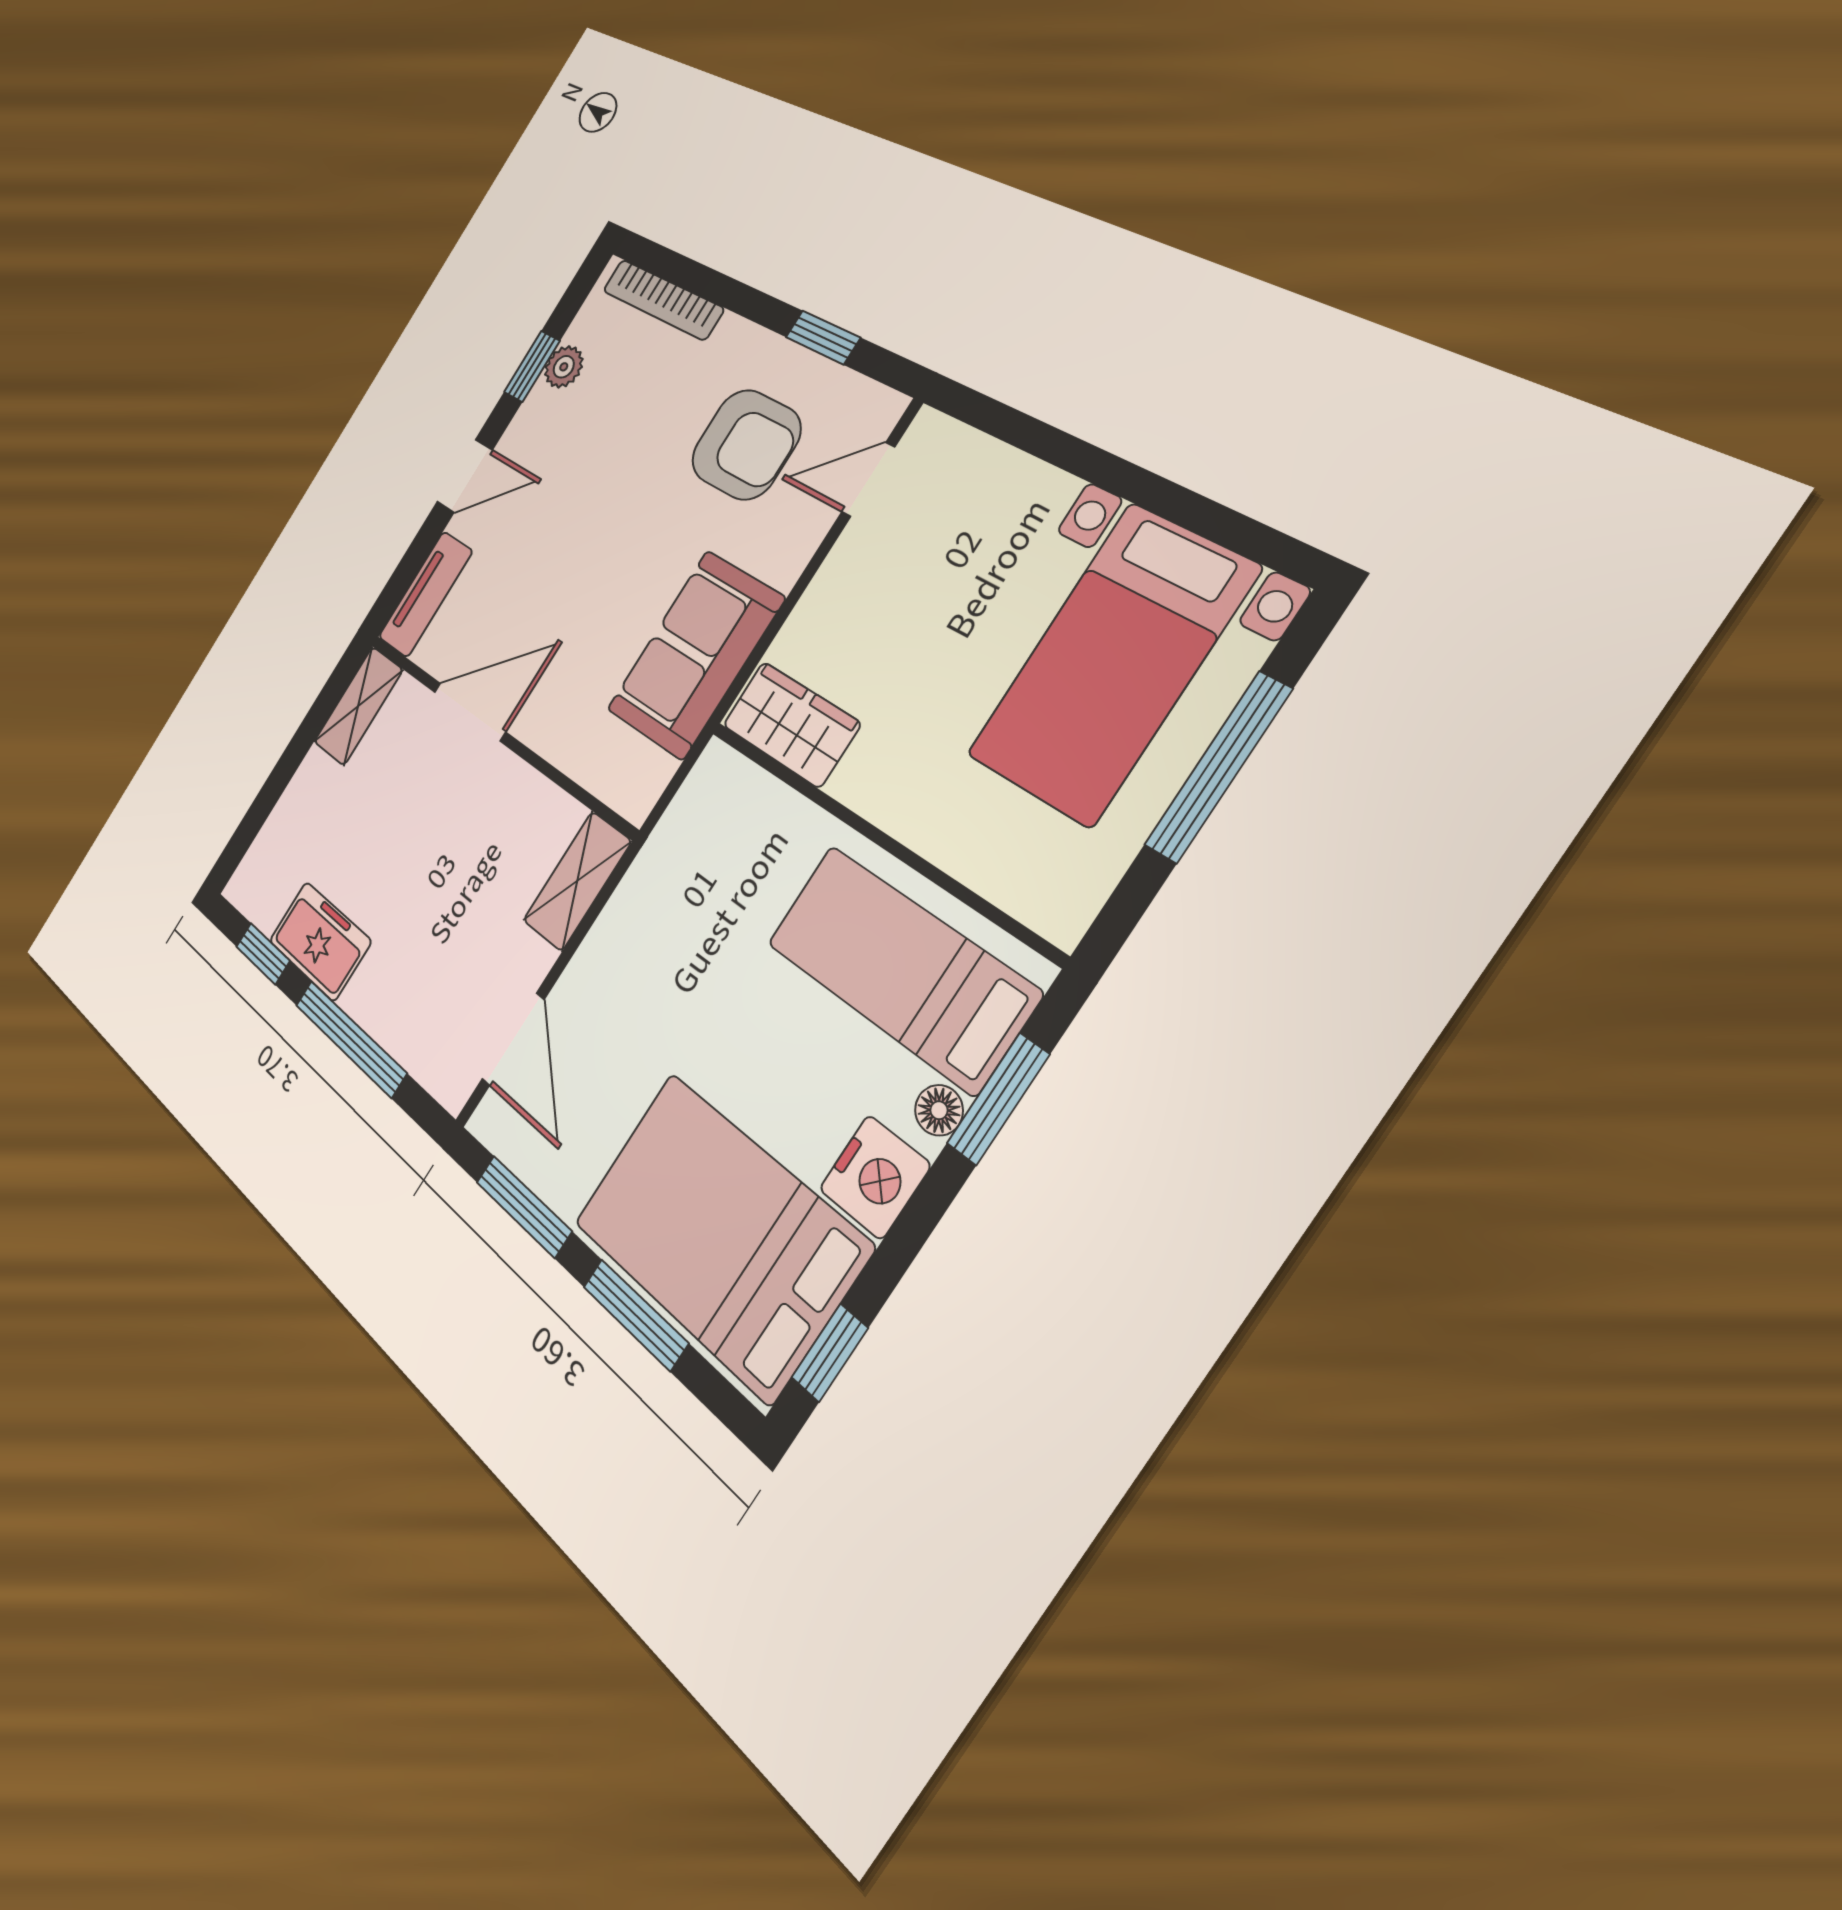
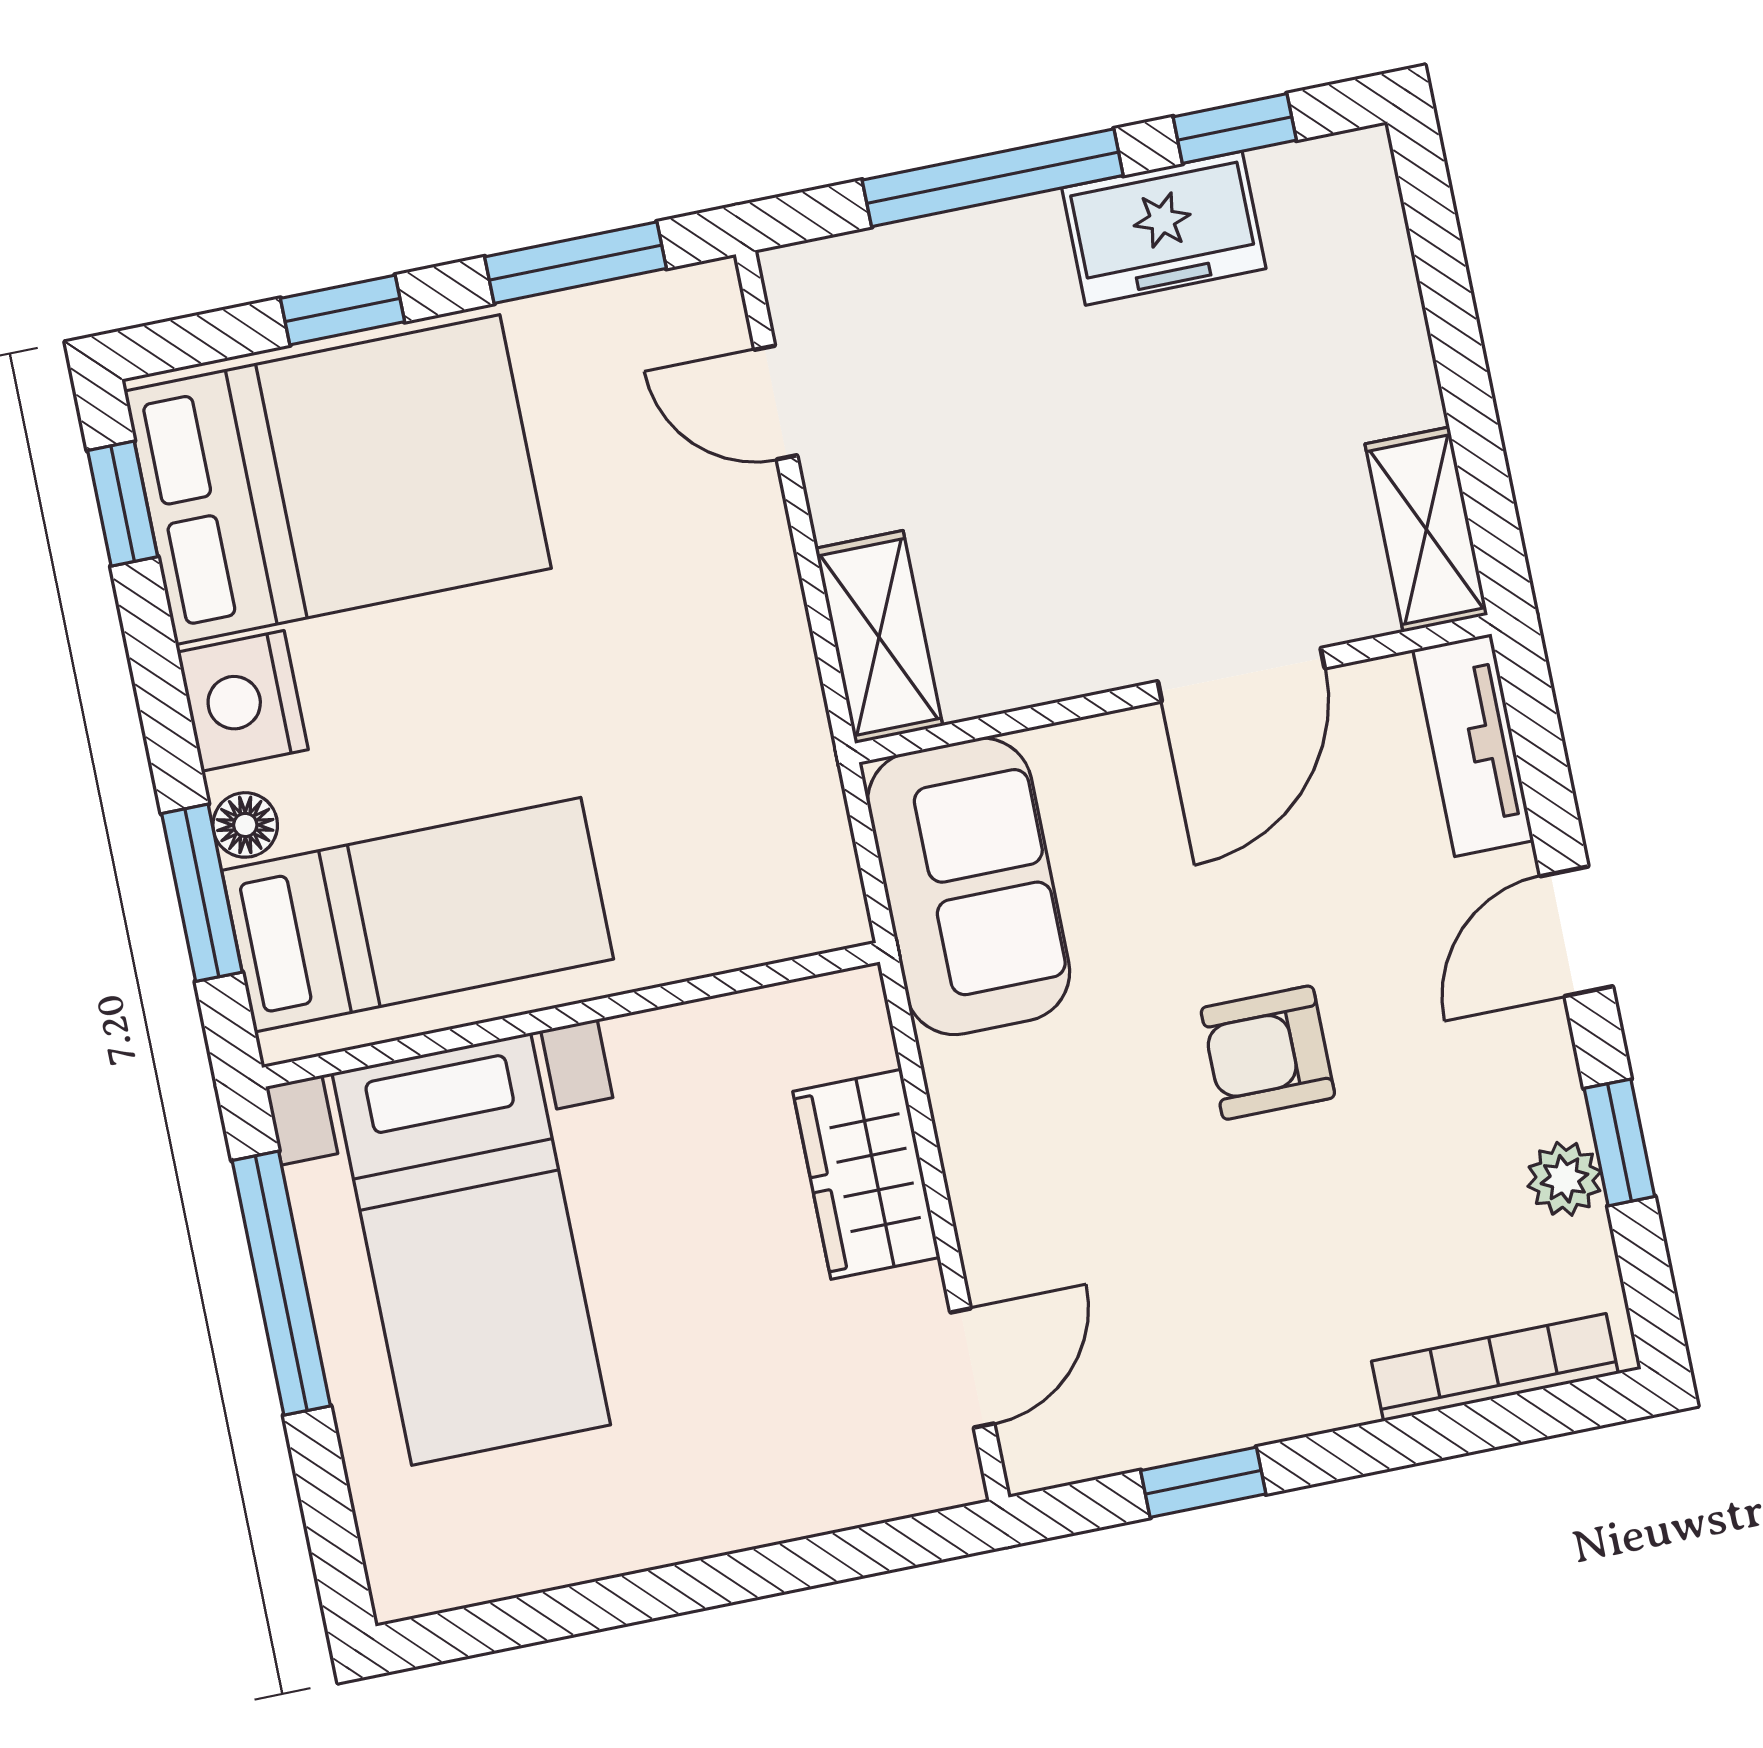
armchair: (746, 445) -> (1268, 1053), moved, width x0.72, depth x0.72
sofa: (695, 655) -> (969, 886), moved
bed with nightstands: (1111, 663) -> (471, 1249), moved, turned 180
wardrobe: (791, 724) -> (866, 1174), moved, turned 90
window: (1218, 767) -> (281, 1283), moved
door: (513, 1039) -> (776, 402), width x0.73
window: (635, 1315) -> (343, 310), width x0.67

